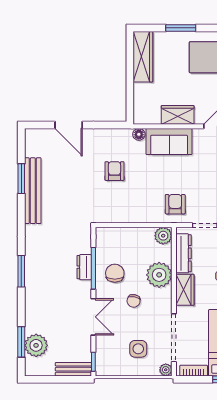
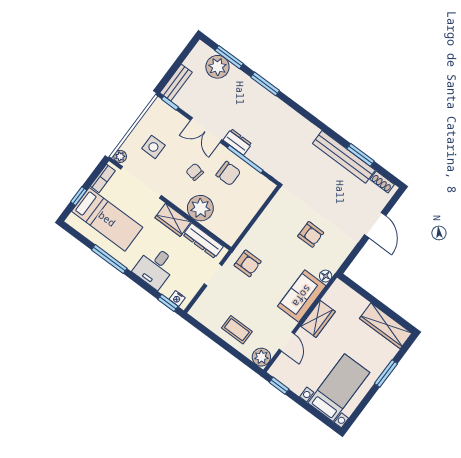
door: (69, 125) -> (375, 225), swing flipped
shoe rack: (30, 145) -> (382, 182), added
plant: (163, 236) -> (229, 235), removed
dresser: (84, 267) -> (237, 142), moved
window: (21, 271) -> (265, 84), moved

